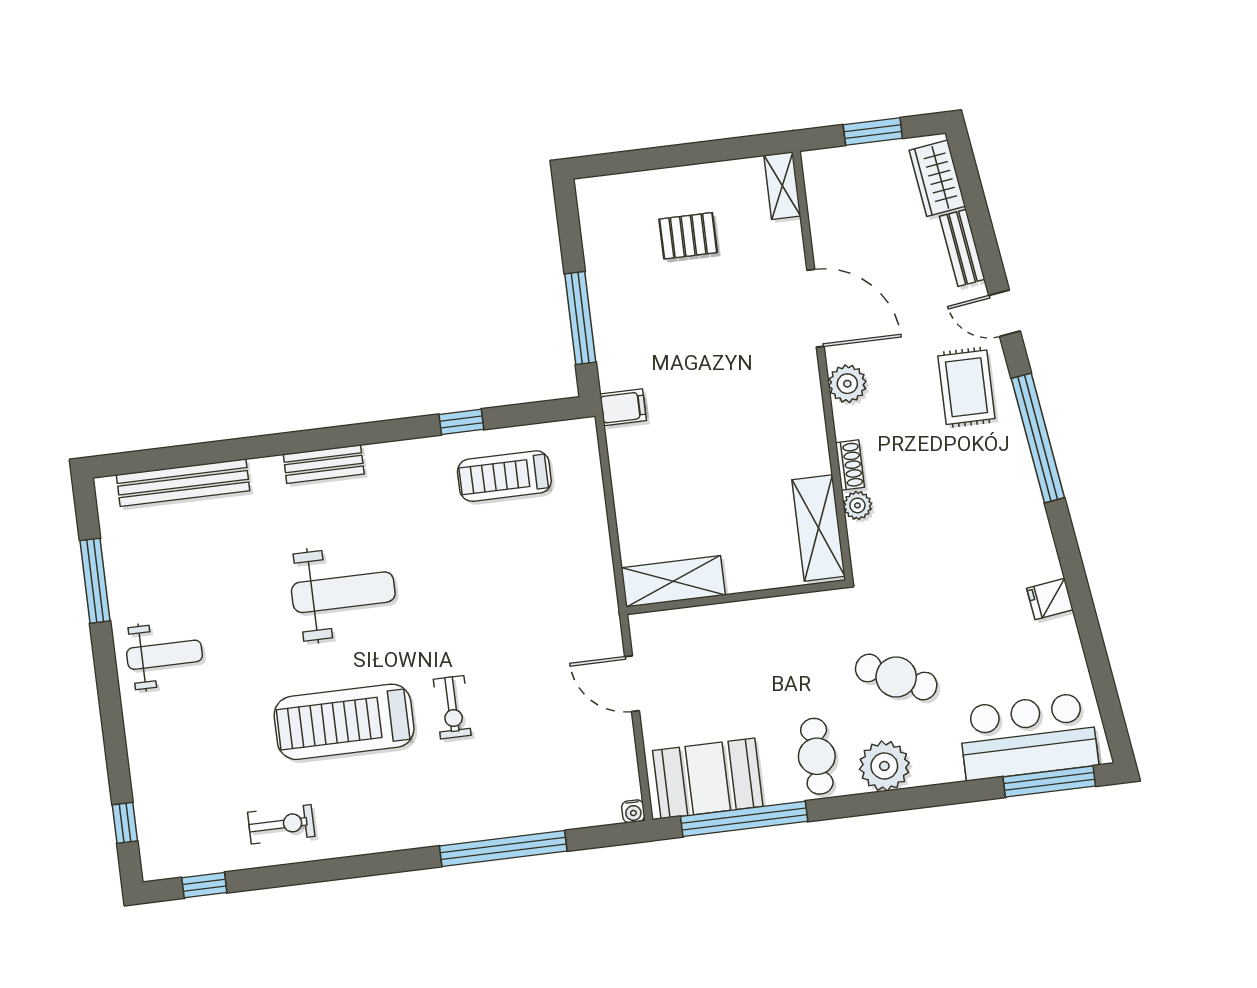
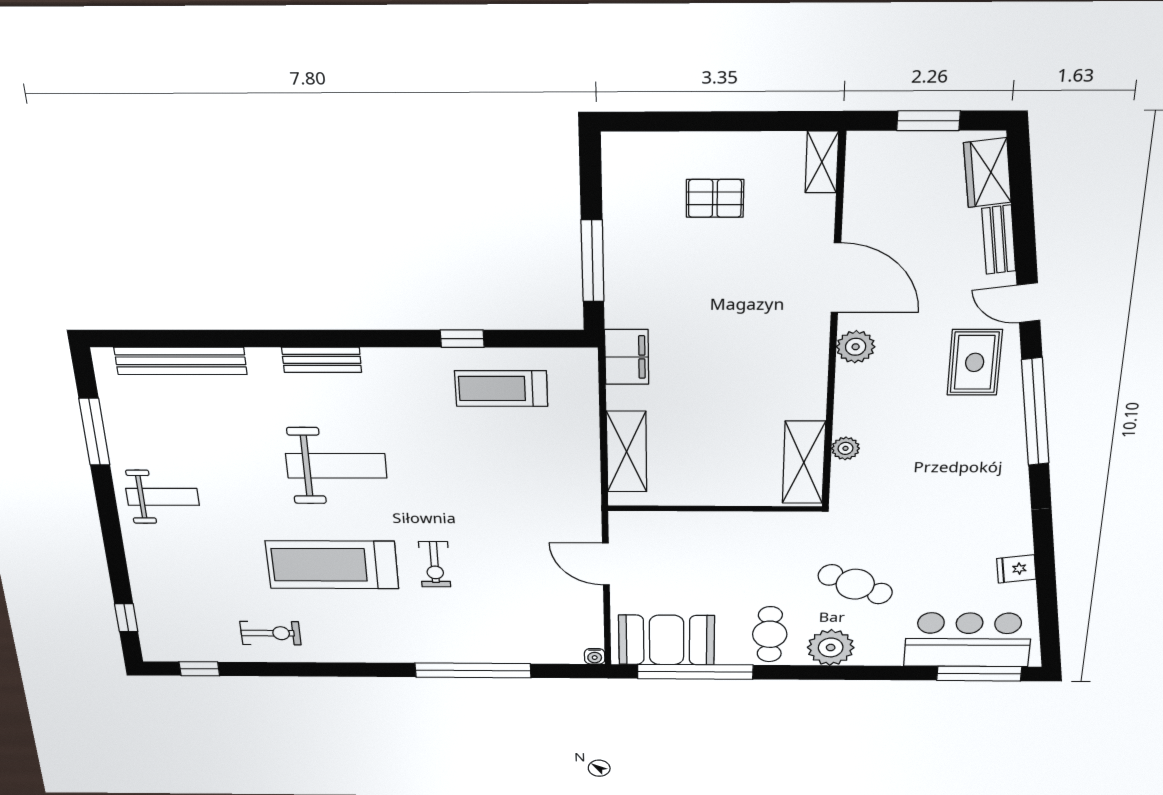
filing cabinet: (623, 407) -> (627, 357), width x2.00
shoe rack: (850, 465) -> (845, 415), removed
shelving: (673, 581) -> (627, 452), moved, turned 90
fridge: (1050, 599) -> (1016, 569), moved

